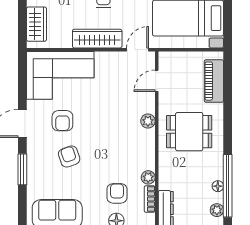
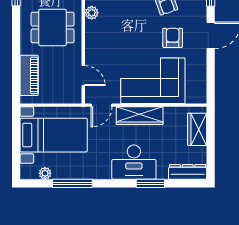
corner sofa: (60, 75) -> (153, 81), moved
door: (157, 81) -> (83, 76), hinge flipped
plant: (148, 121) -> (92, 13), moved

